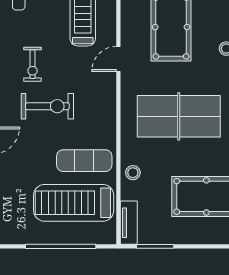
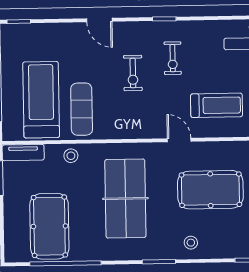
exercise bike: (33, 64) -> (173, 58), turned -90
exercise bike: (47, 106) -> (133, 73), width x0.73, depth x0.72

